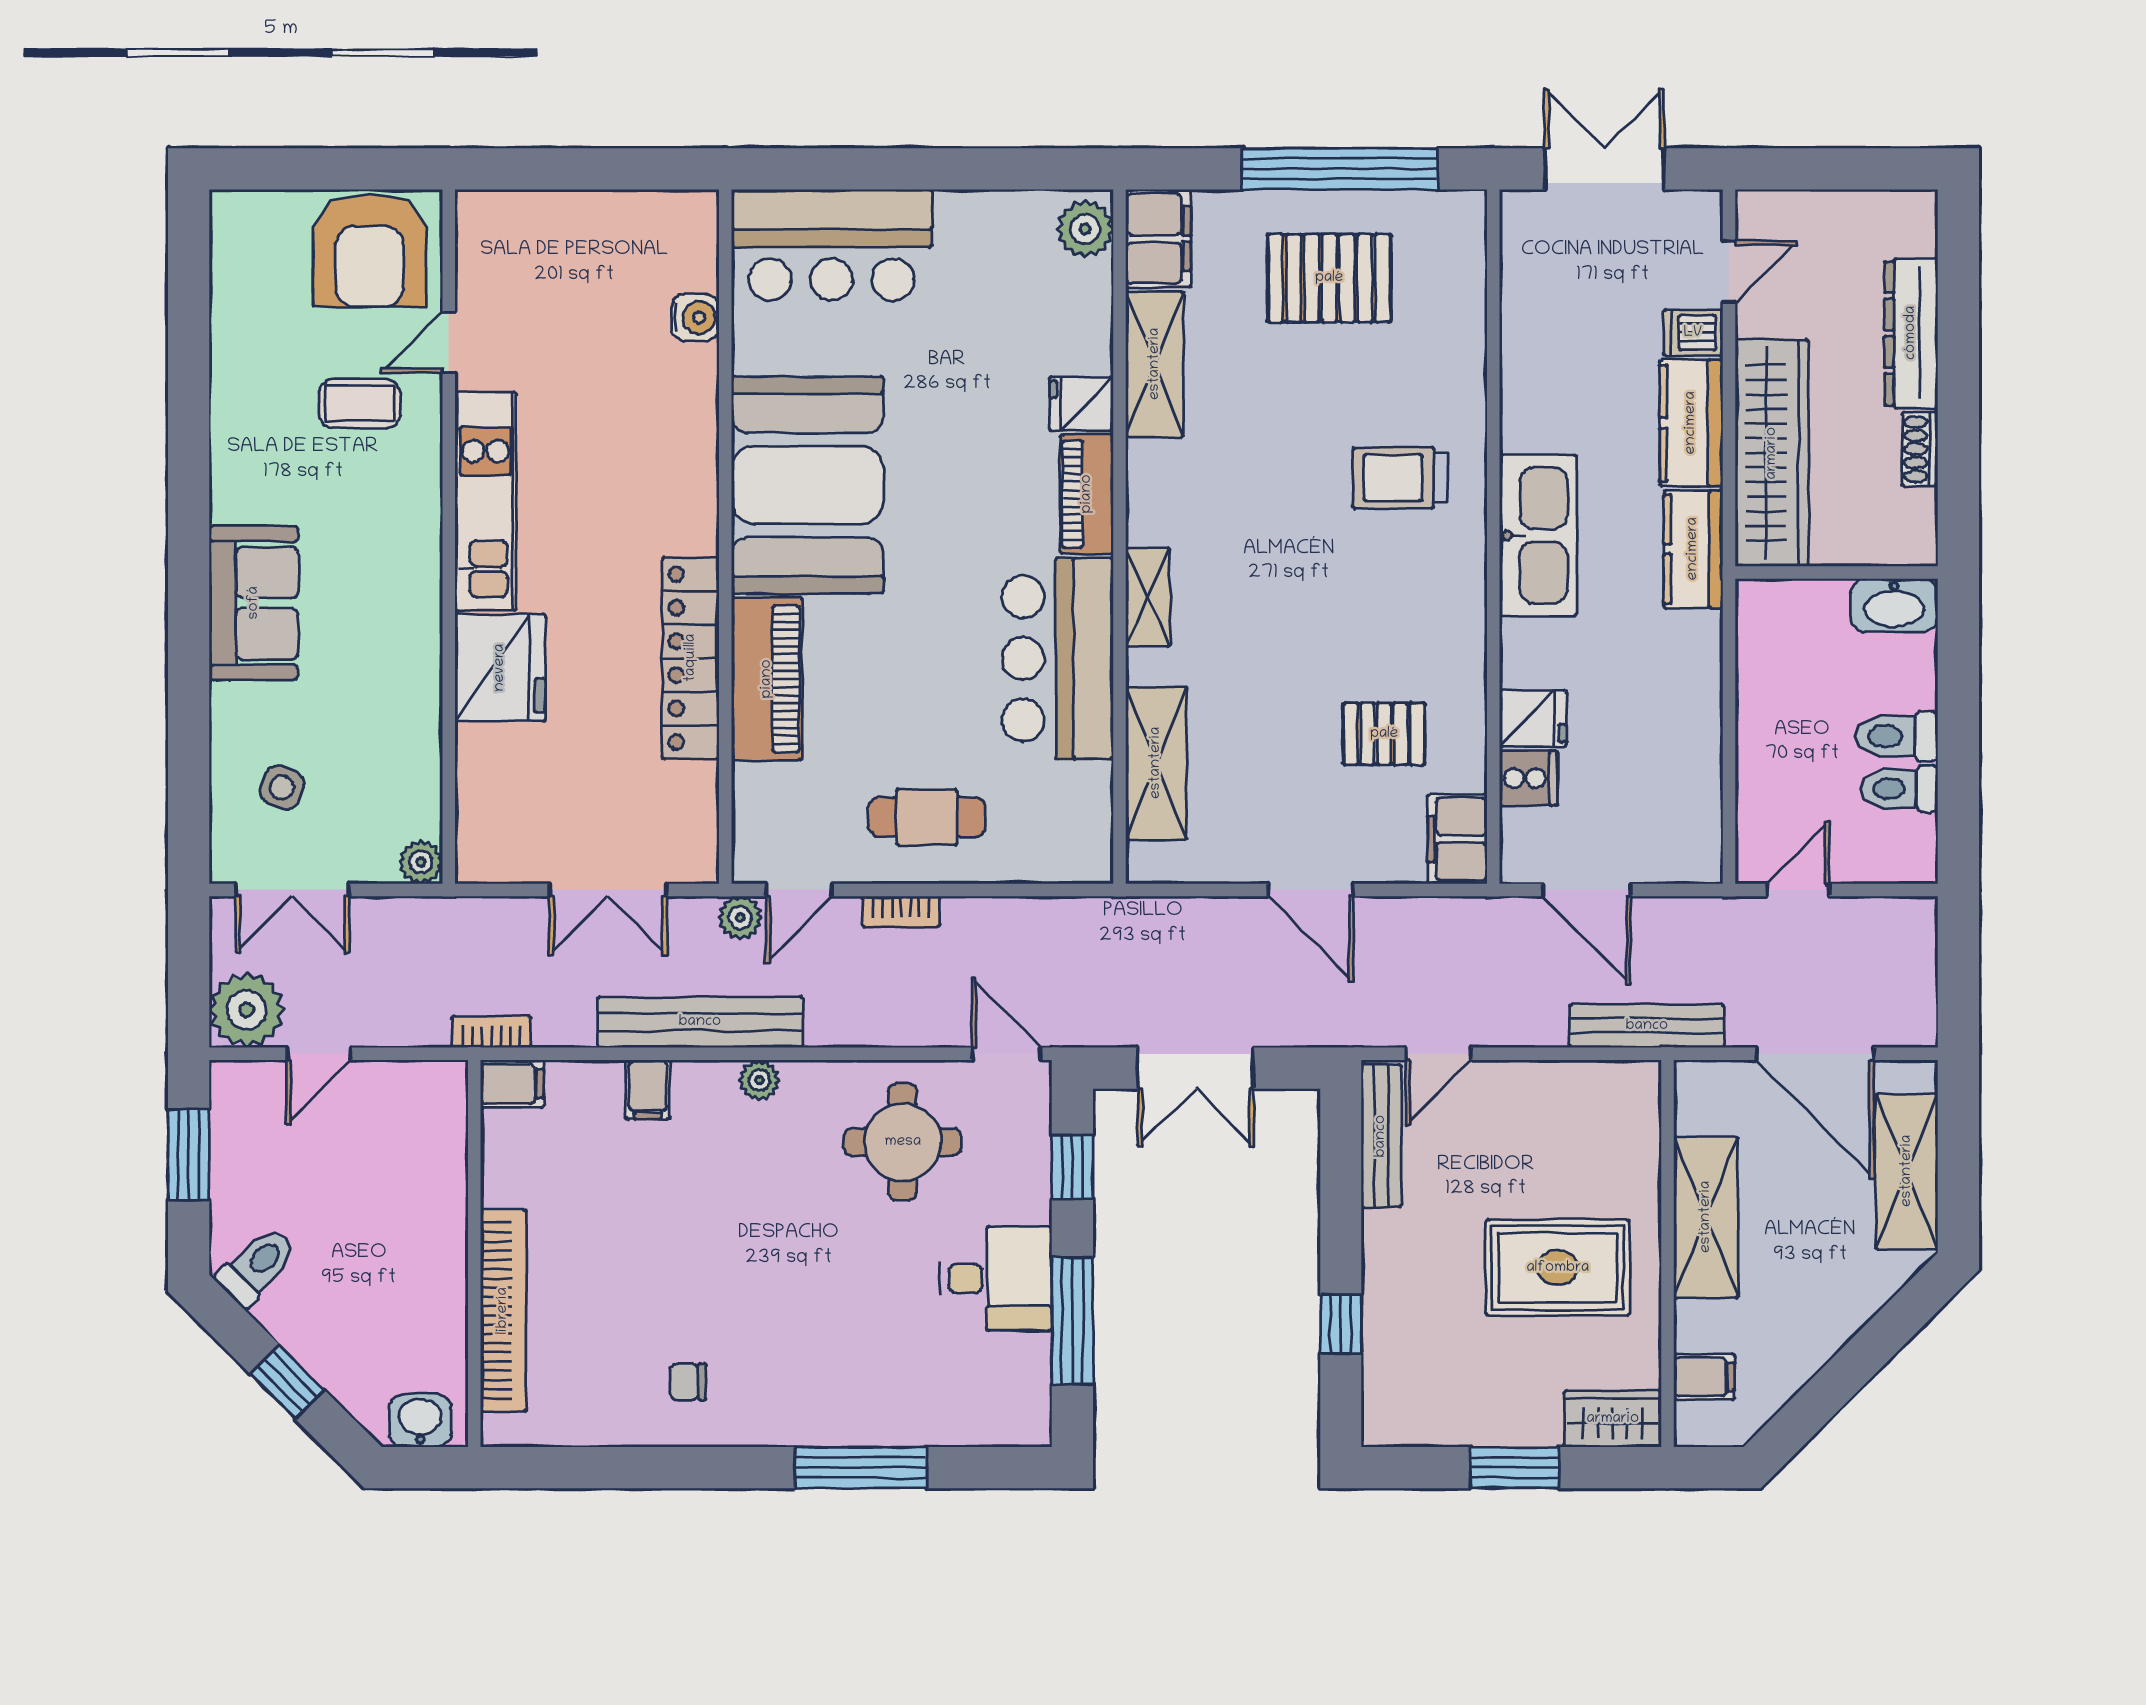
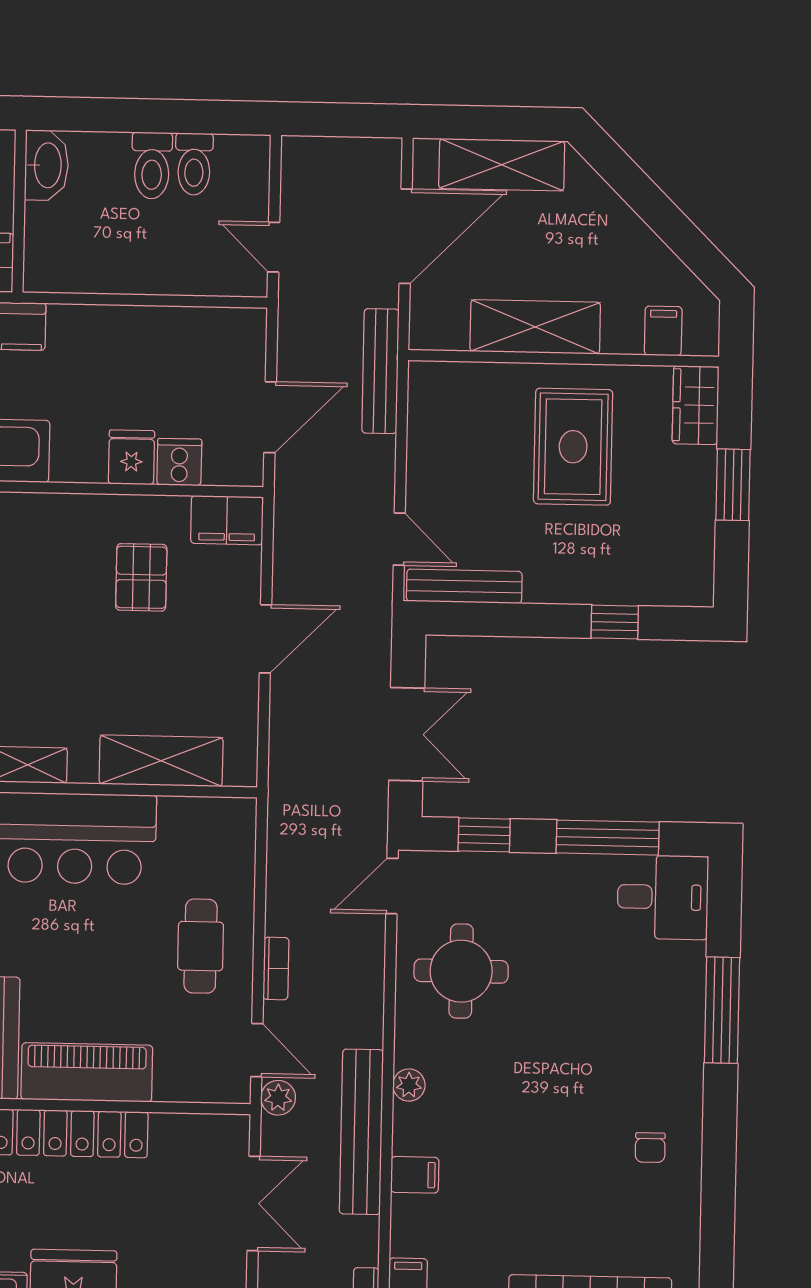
desk: (996, 1279) -> (663, 897), moved, turned 90

